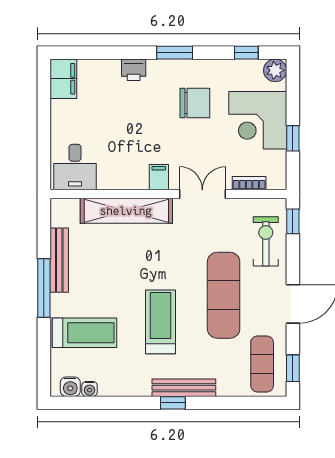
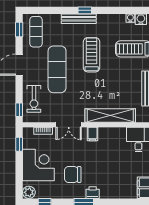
printer: (134, 70) -> (93, 193), moved
window: (293, 138) -> (19, 144), moved
treadmill: (161, 322) -> (92, 55), turned 180

